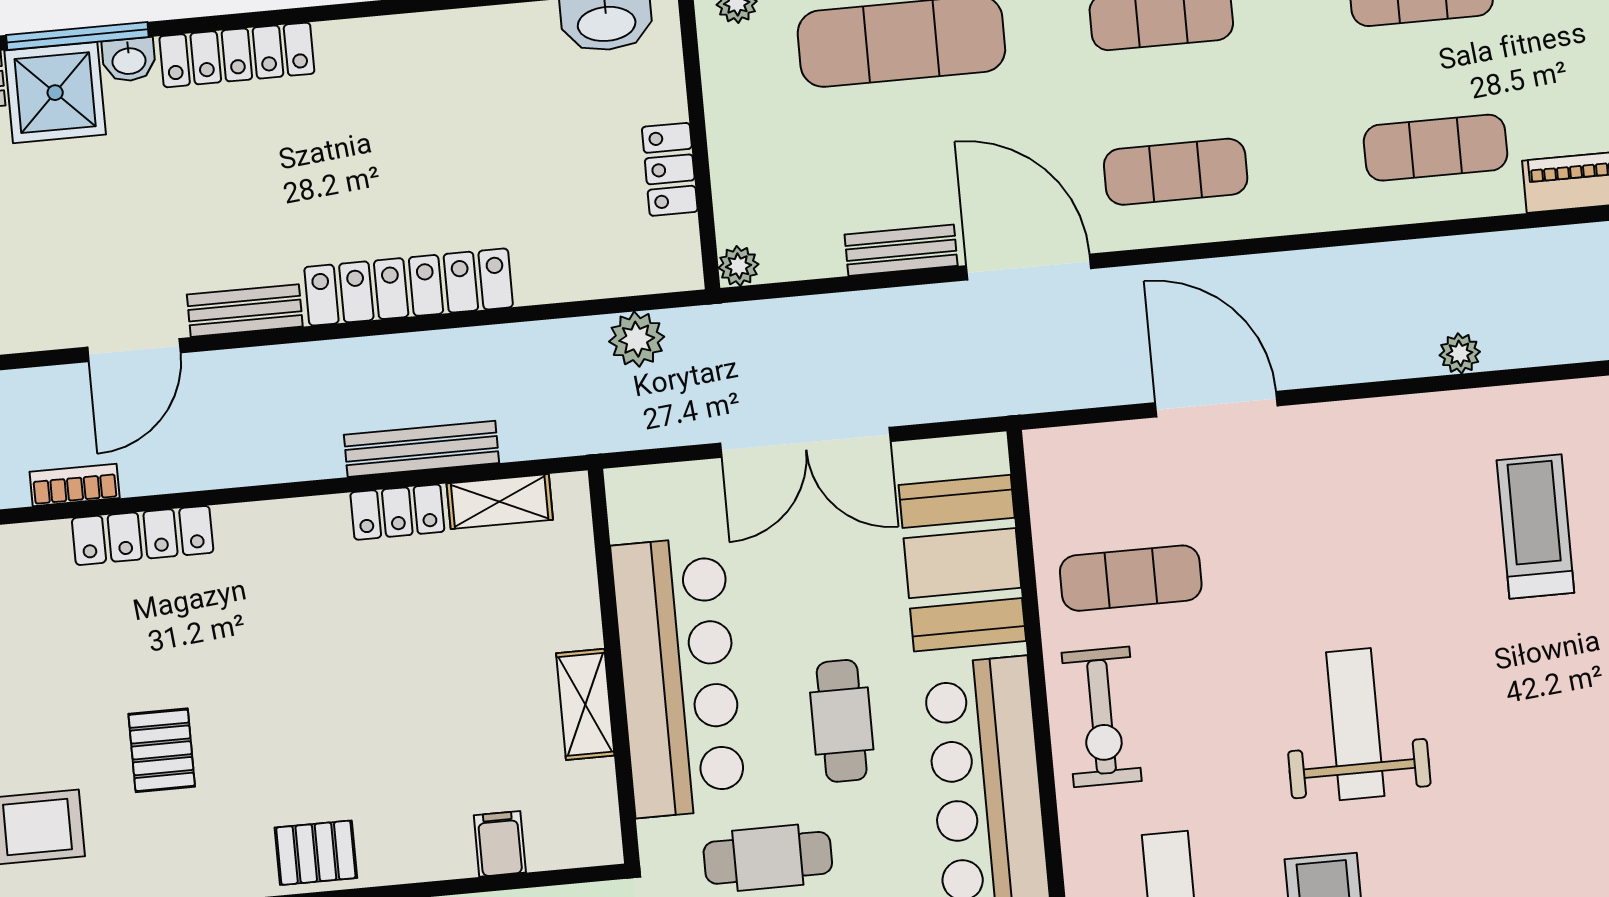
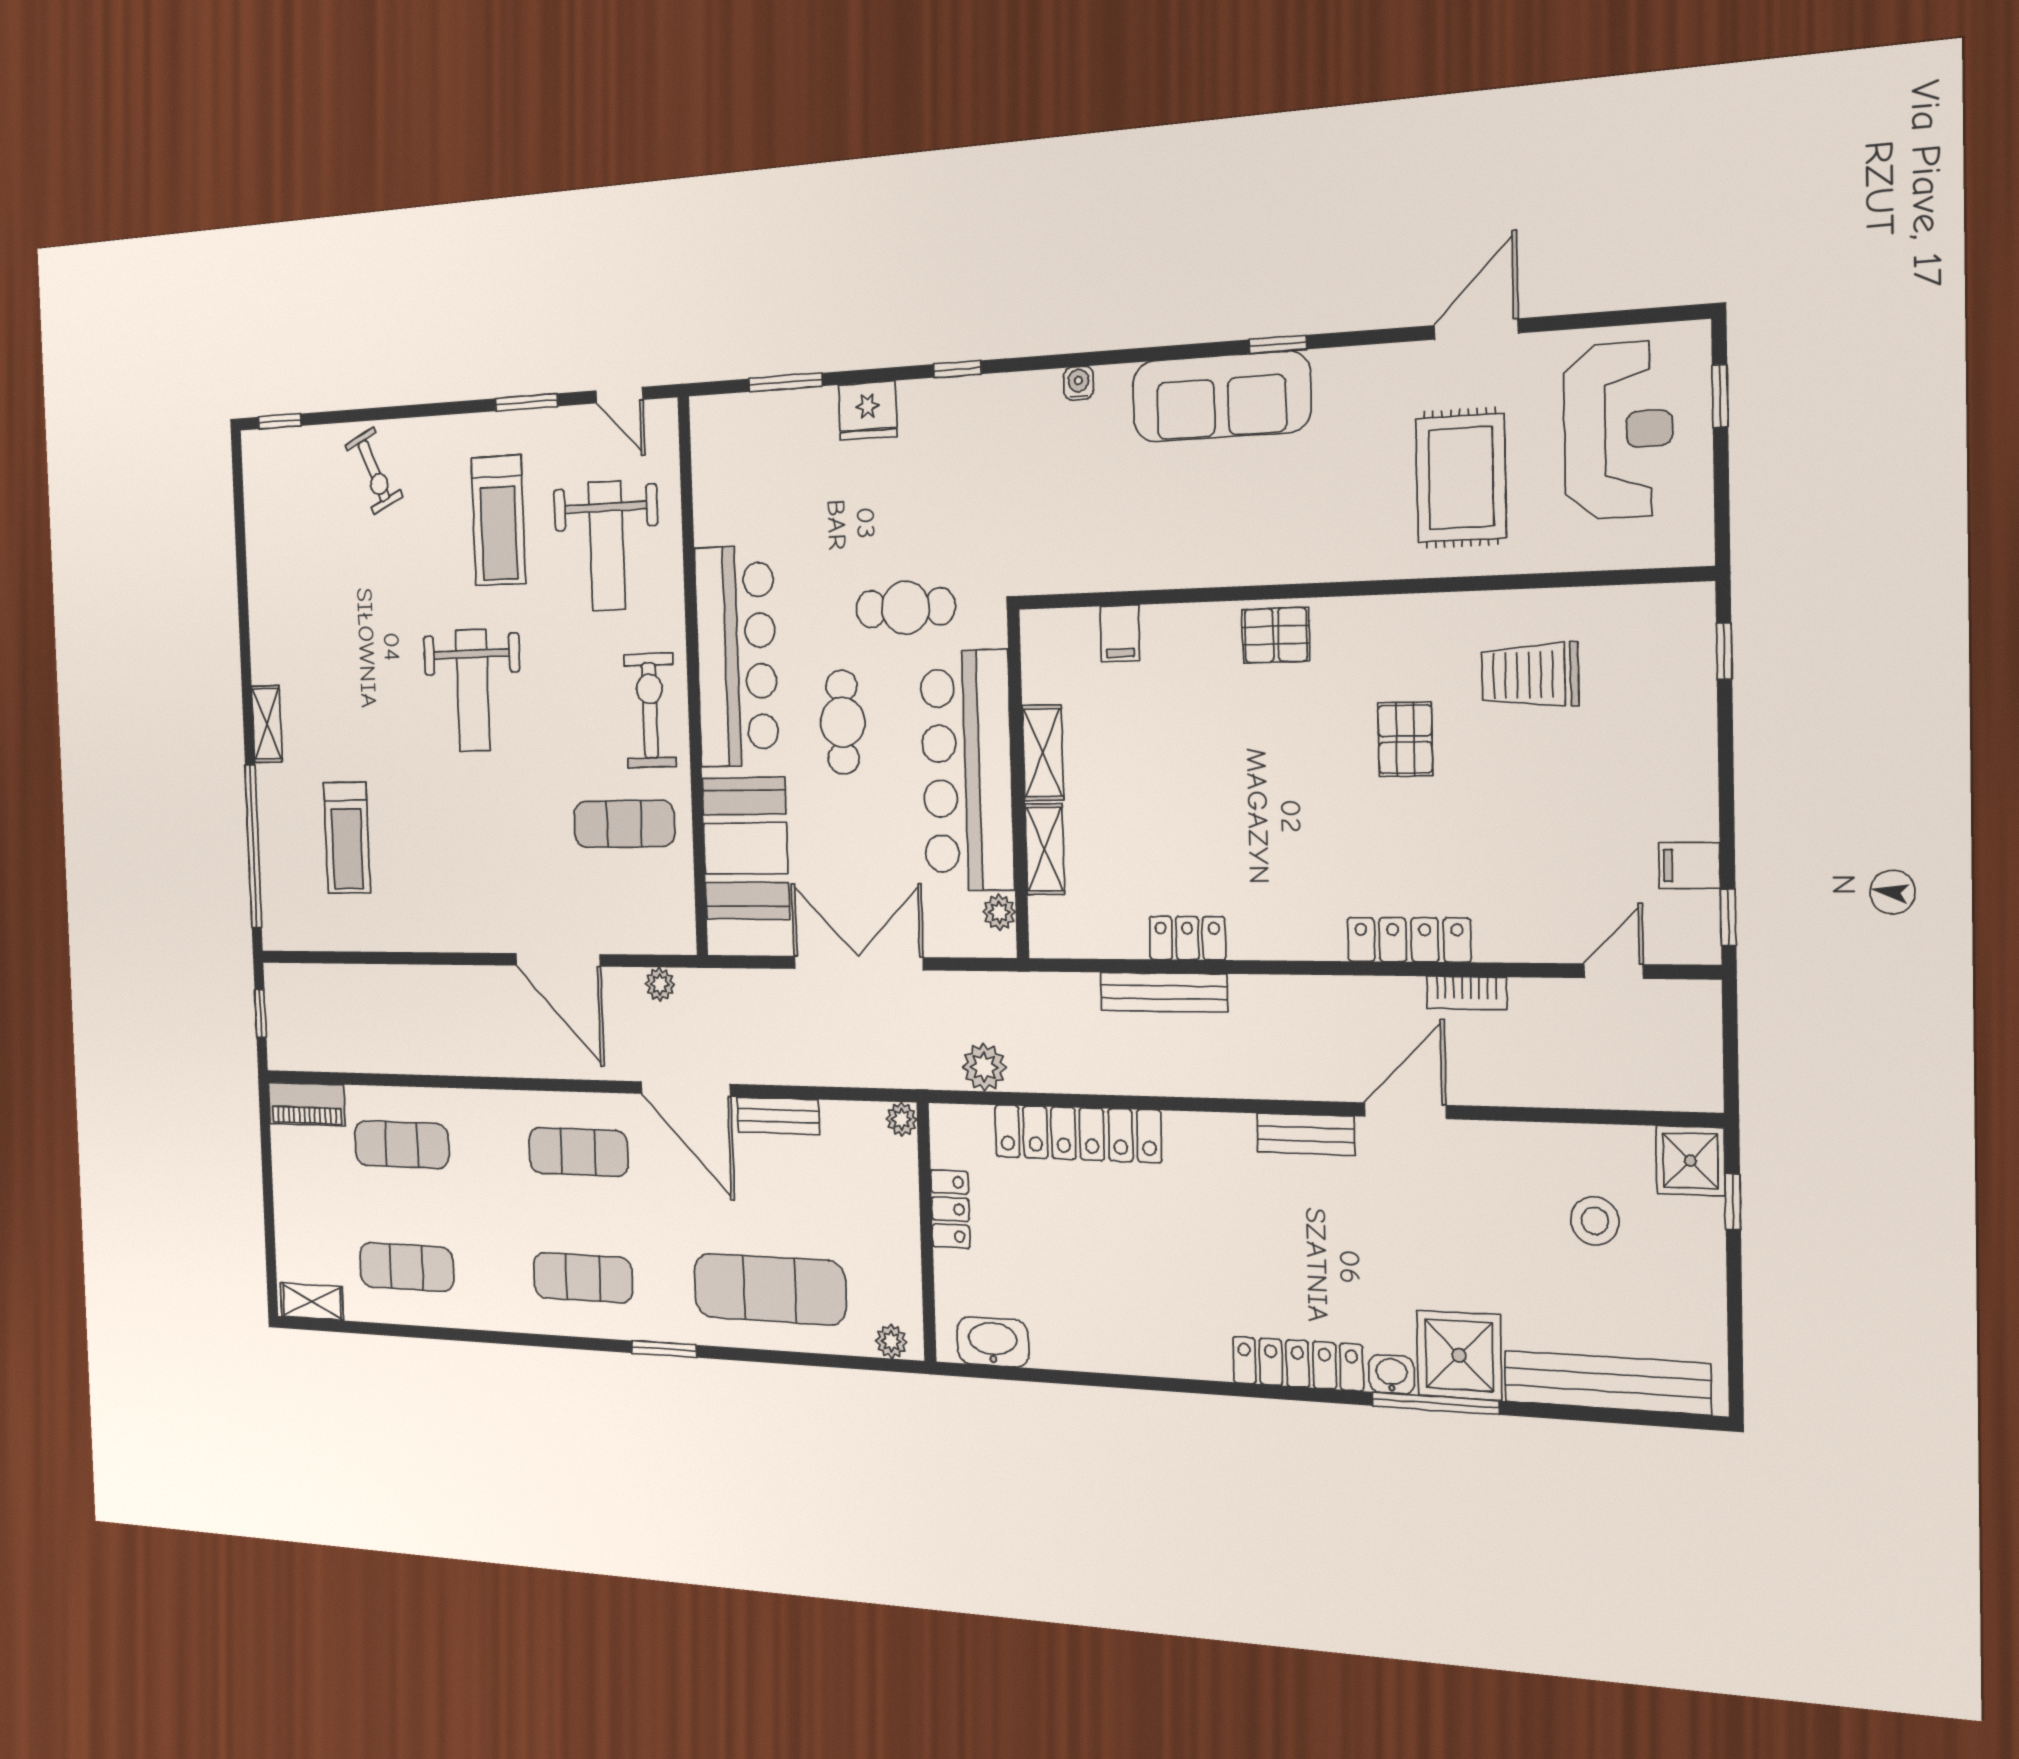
locker: (409, 287) -> (1078, 1134), moved
plant: (1460, 353) -> (660, 984), moved
shelving: (500, 502) -> (1045, 849), moved, turned 90
plant: (629, 519) -> (999, 912), added

